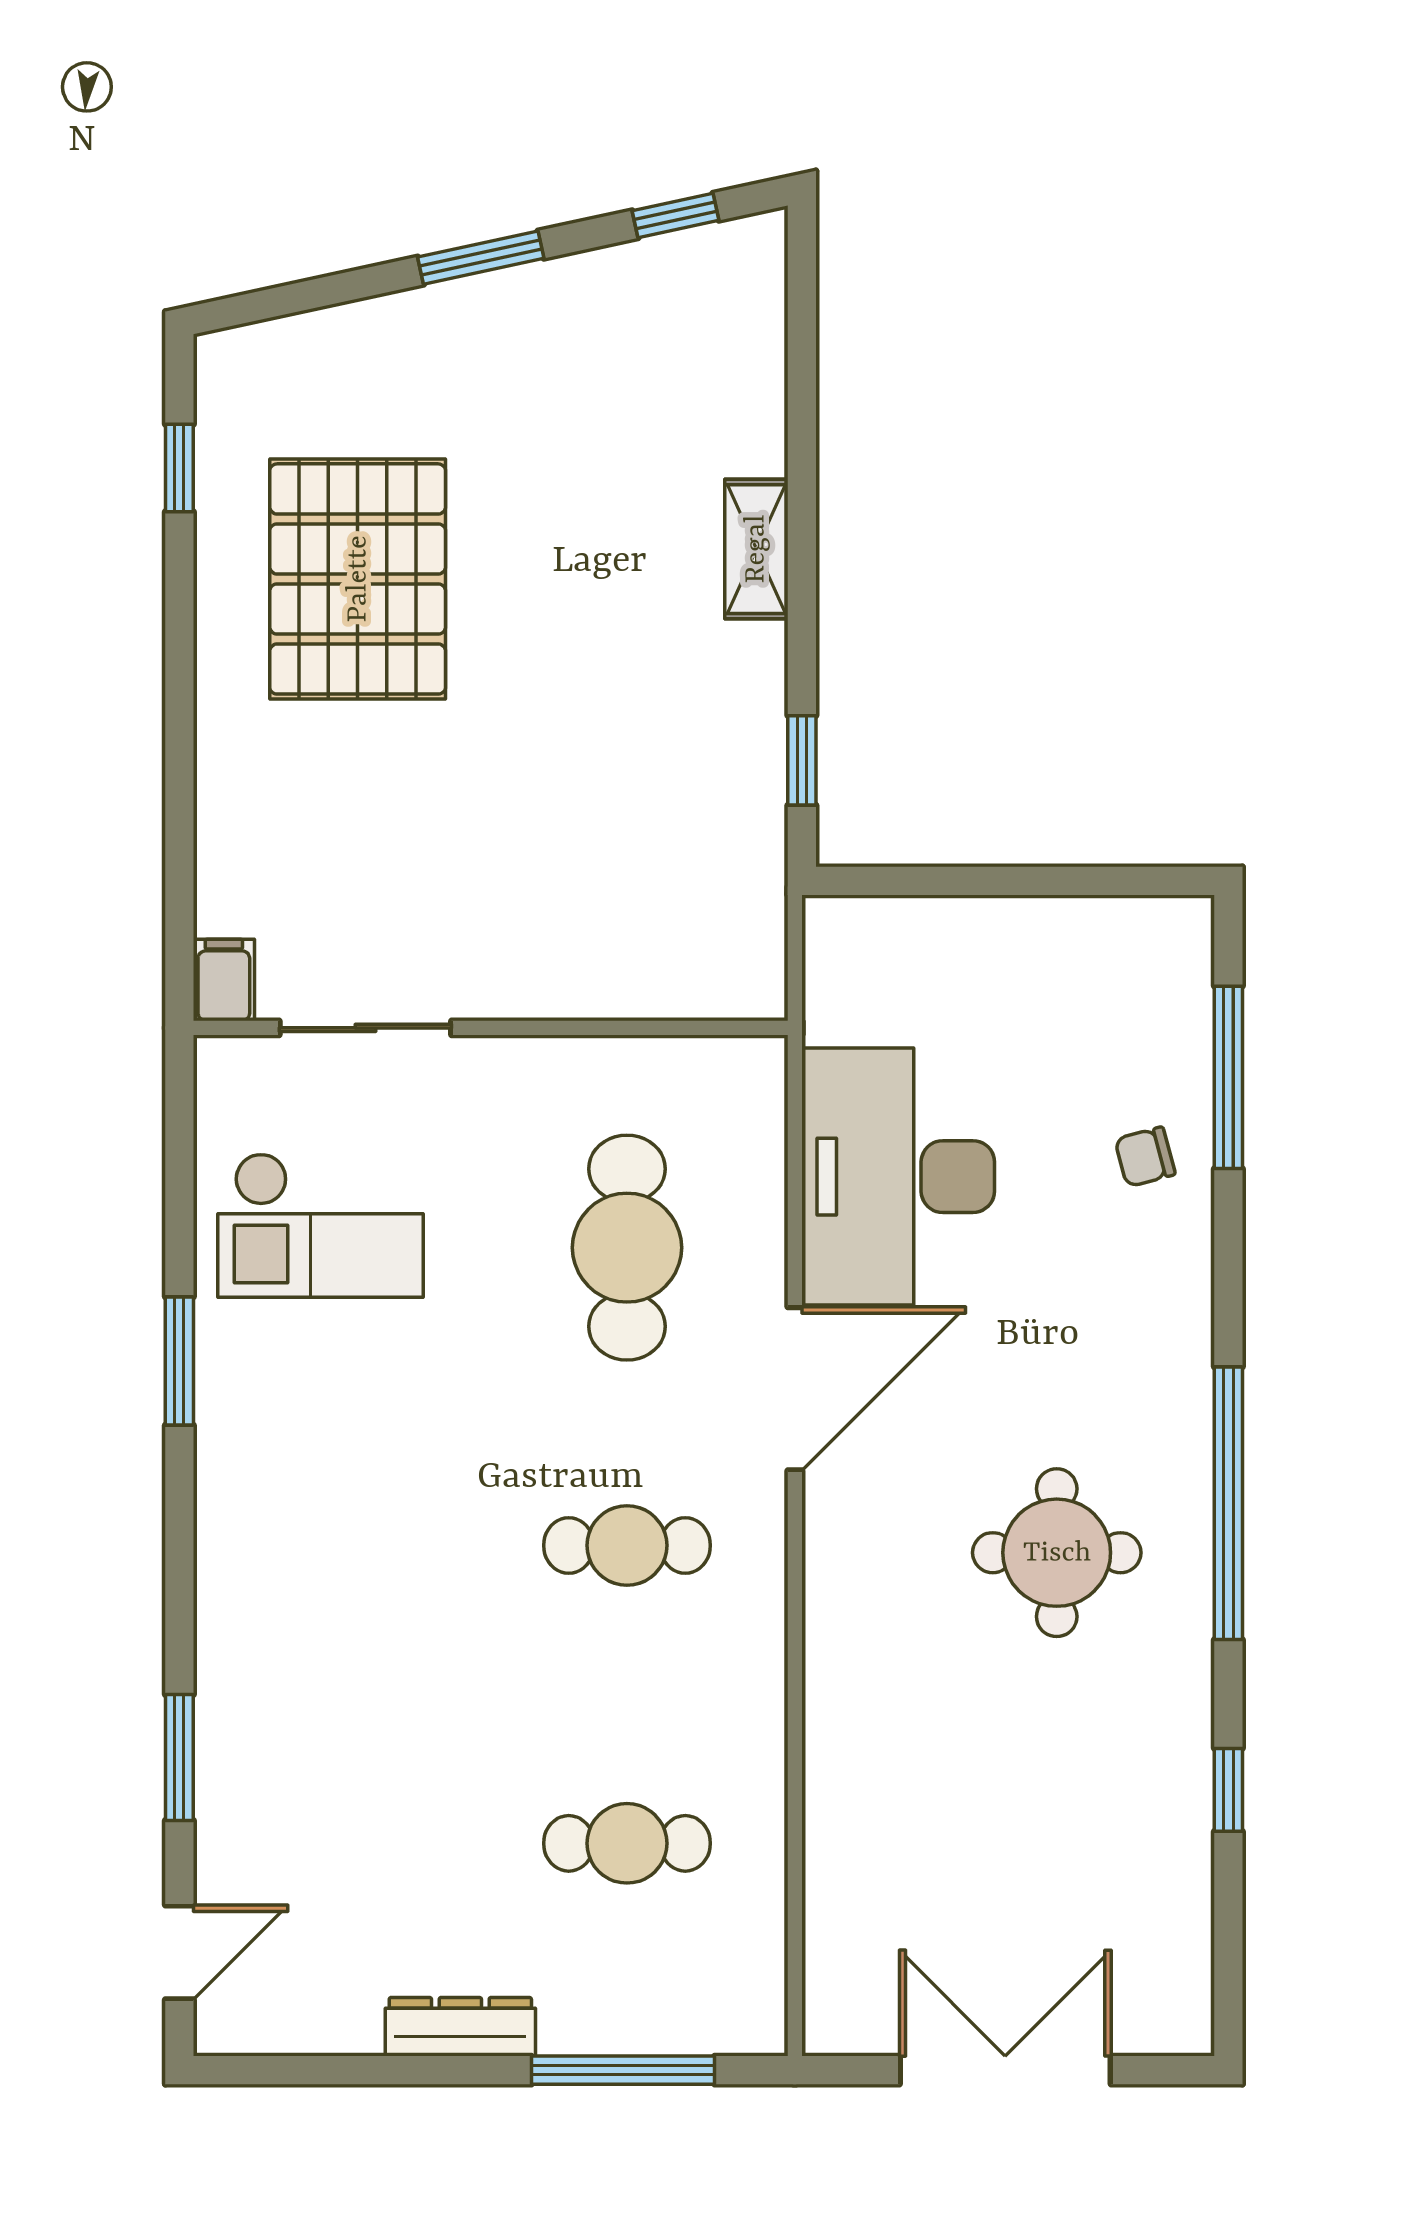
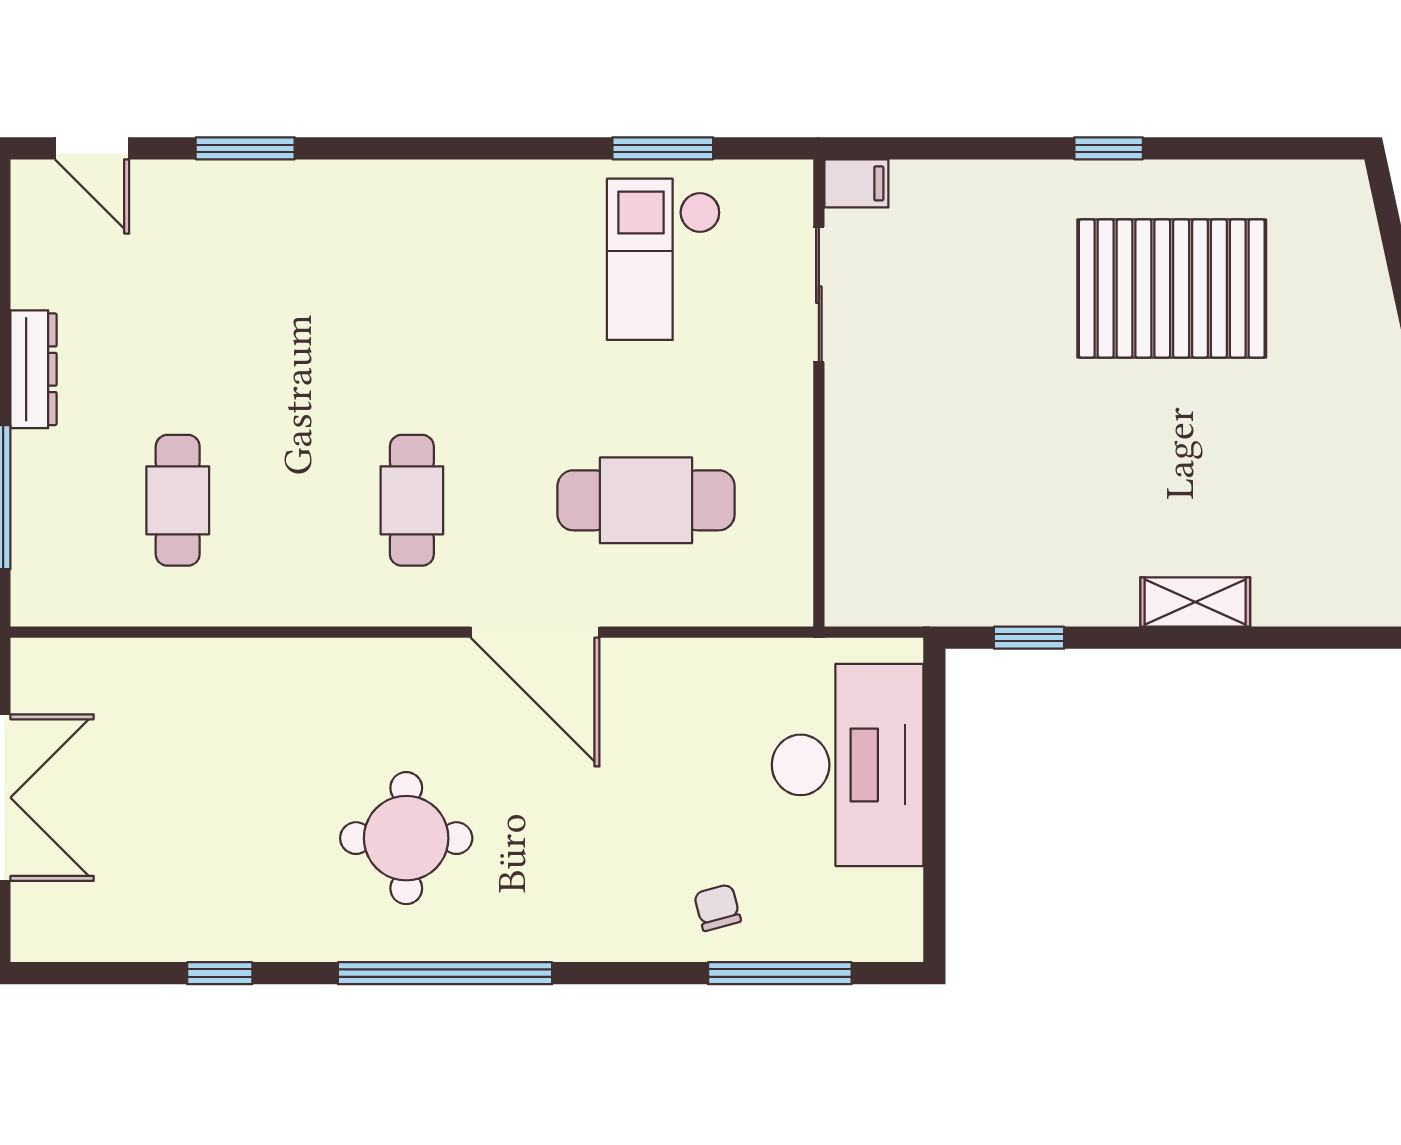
window: (179, 468) -> (1109, 148), moved
desk: (898, 1177) -> (848, 765), moved, turned 90
window: (179, 1361) -> (663, 148), moved

